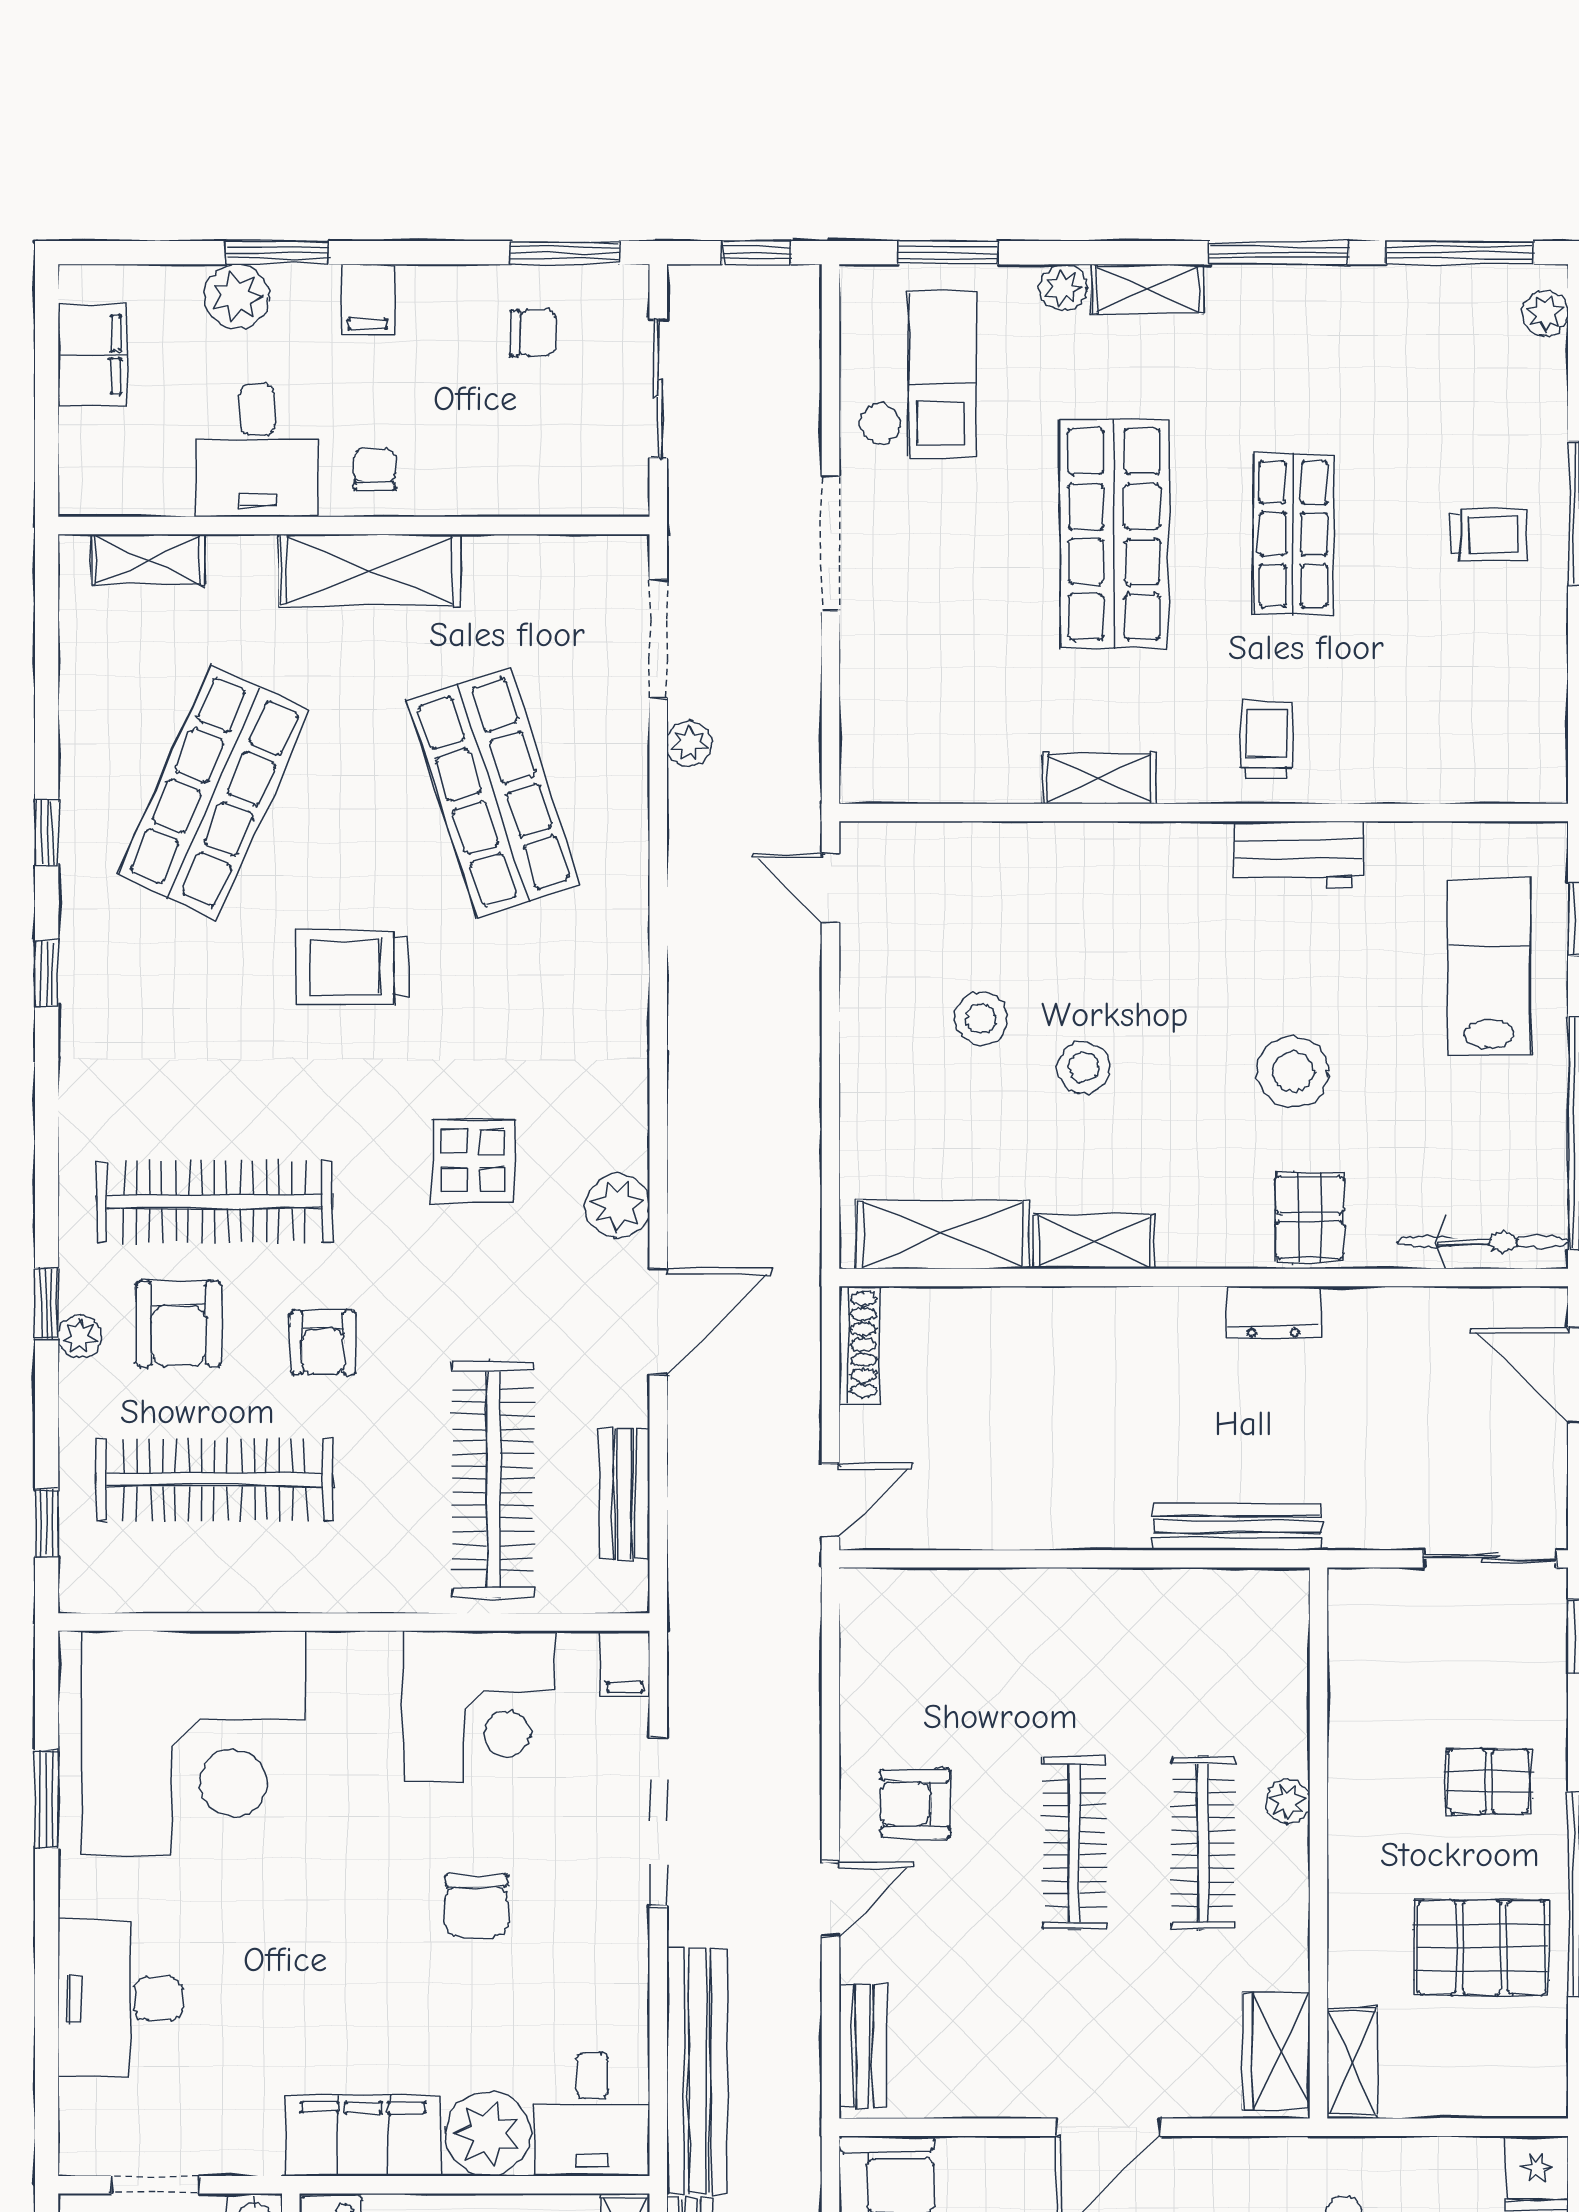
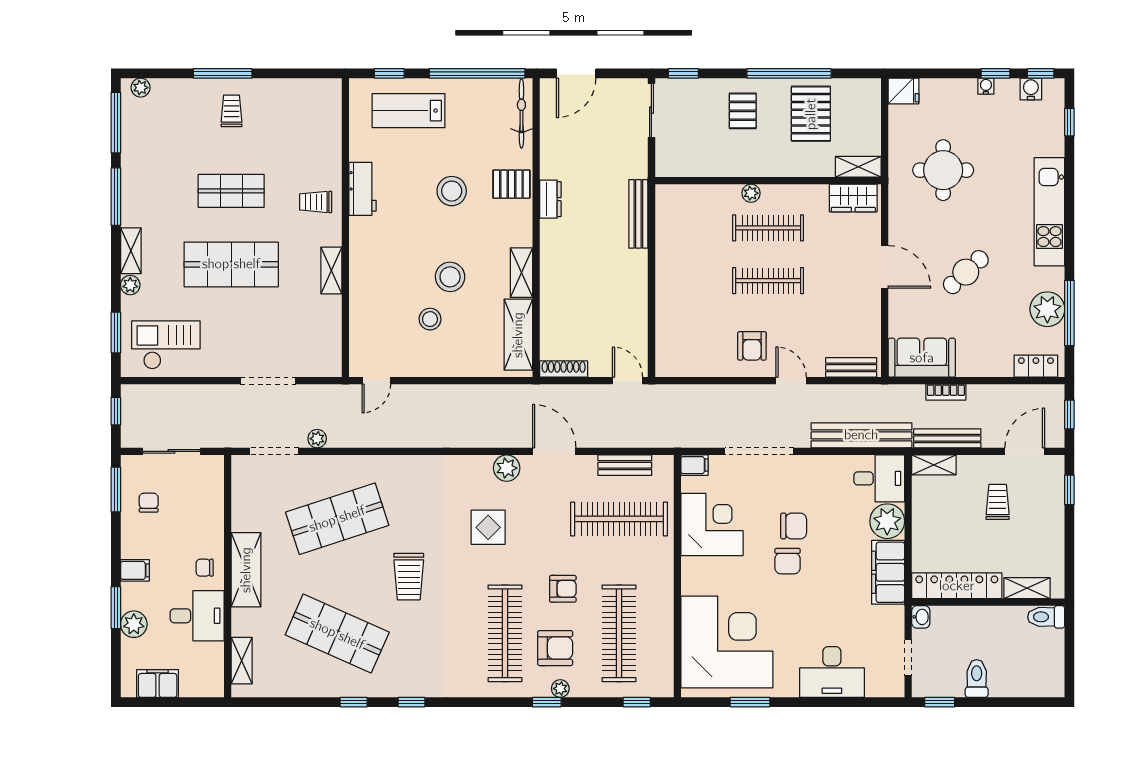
doorway: (830, 543) -> (268, 381), moved
stool: (1084, 1068) -> (450, 277), width x1.38, depth x1.38
chair: (391, 1891) -> (788, 561), added

